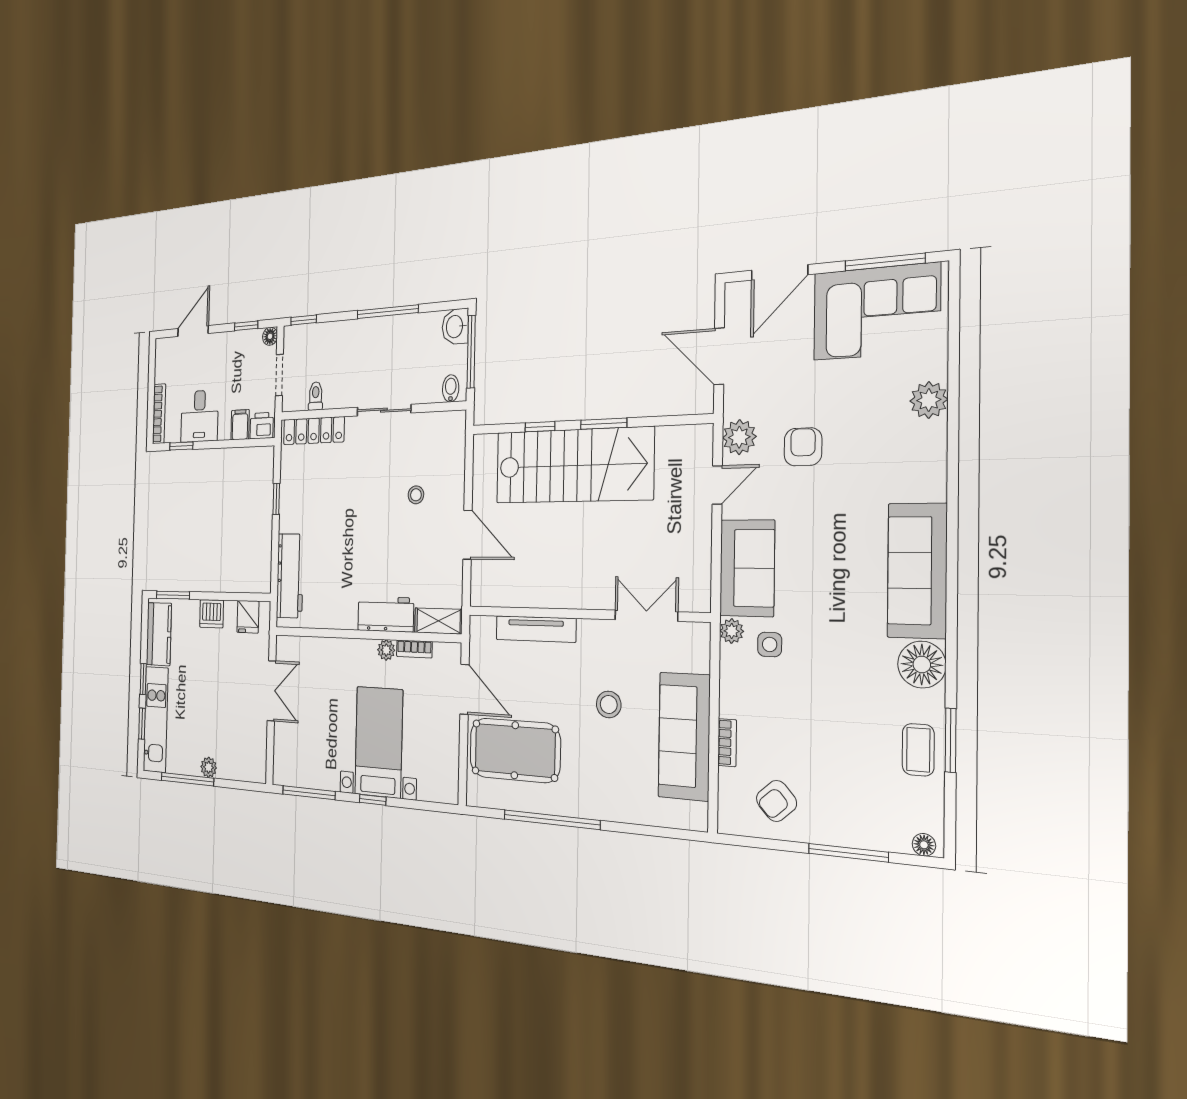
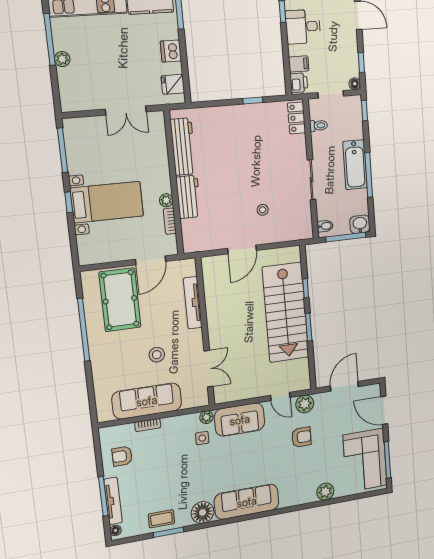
bathtub: (371, 336) -> (355, 165), added
locker: (314, 431) -> (297, 118), width x0.66
workbench: (290, 576) -> (183, 147), moved, turned -90
shelving: (438, 621) -> (189, 236), removed
armchair: (776, 801) -> (122, 456), turned -48
tv unit: (861, 836) -> (113, 501), added

